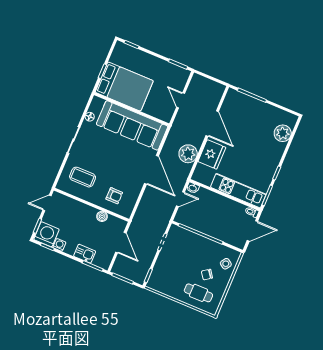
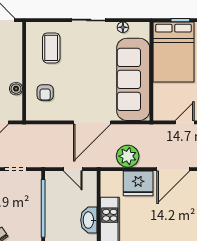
washbasin: (193, 188) -> (89, 220), moved, width x1.91, depth x1.45

